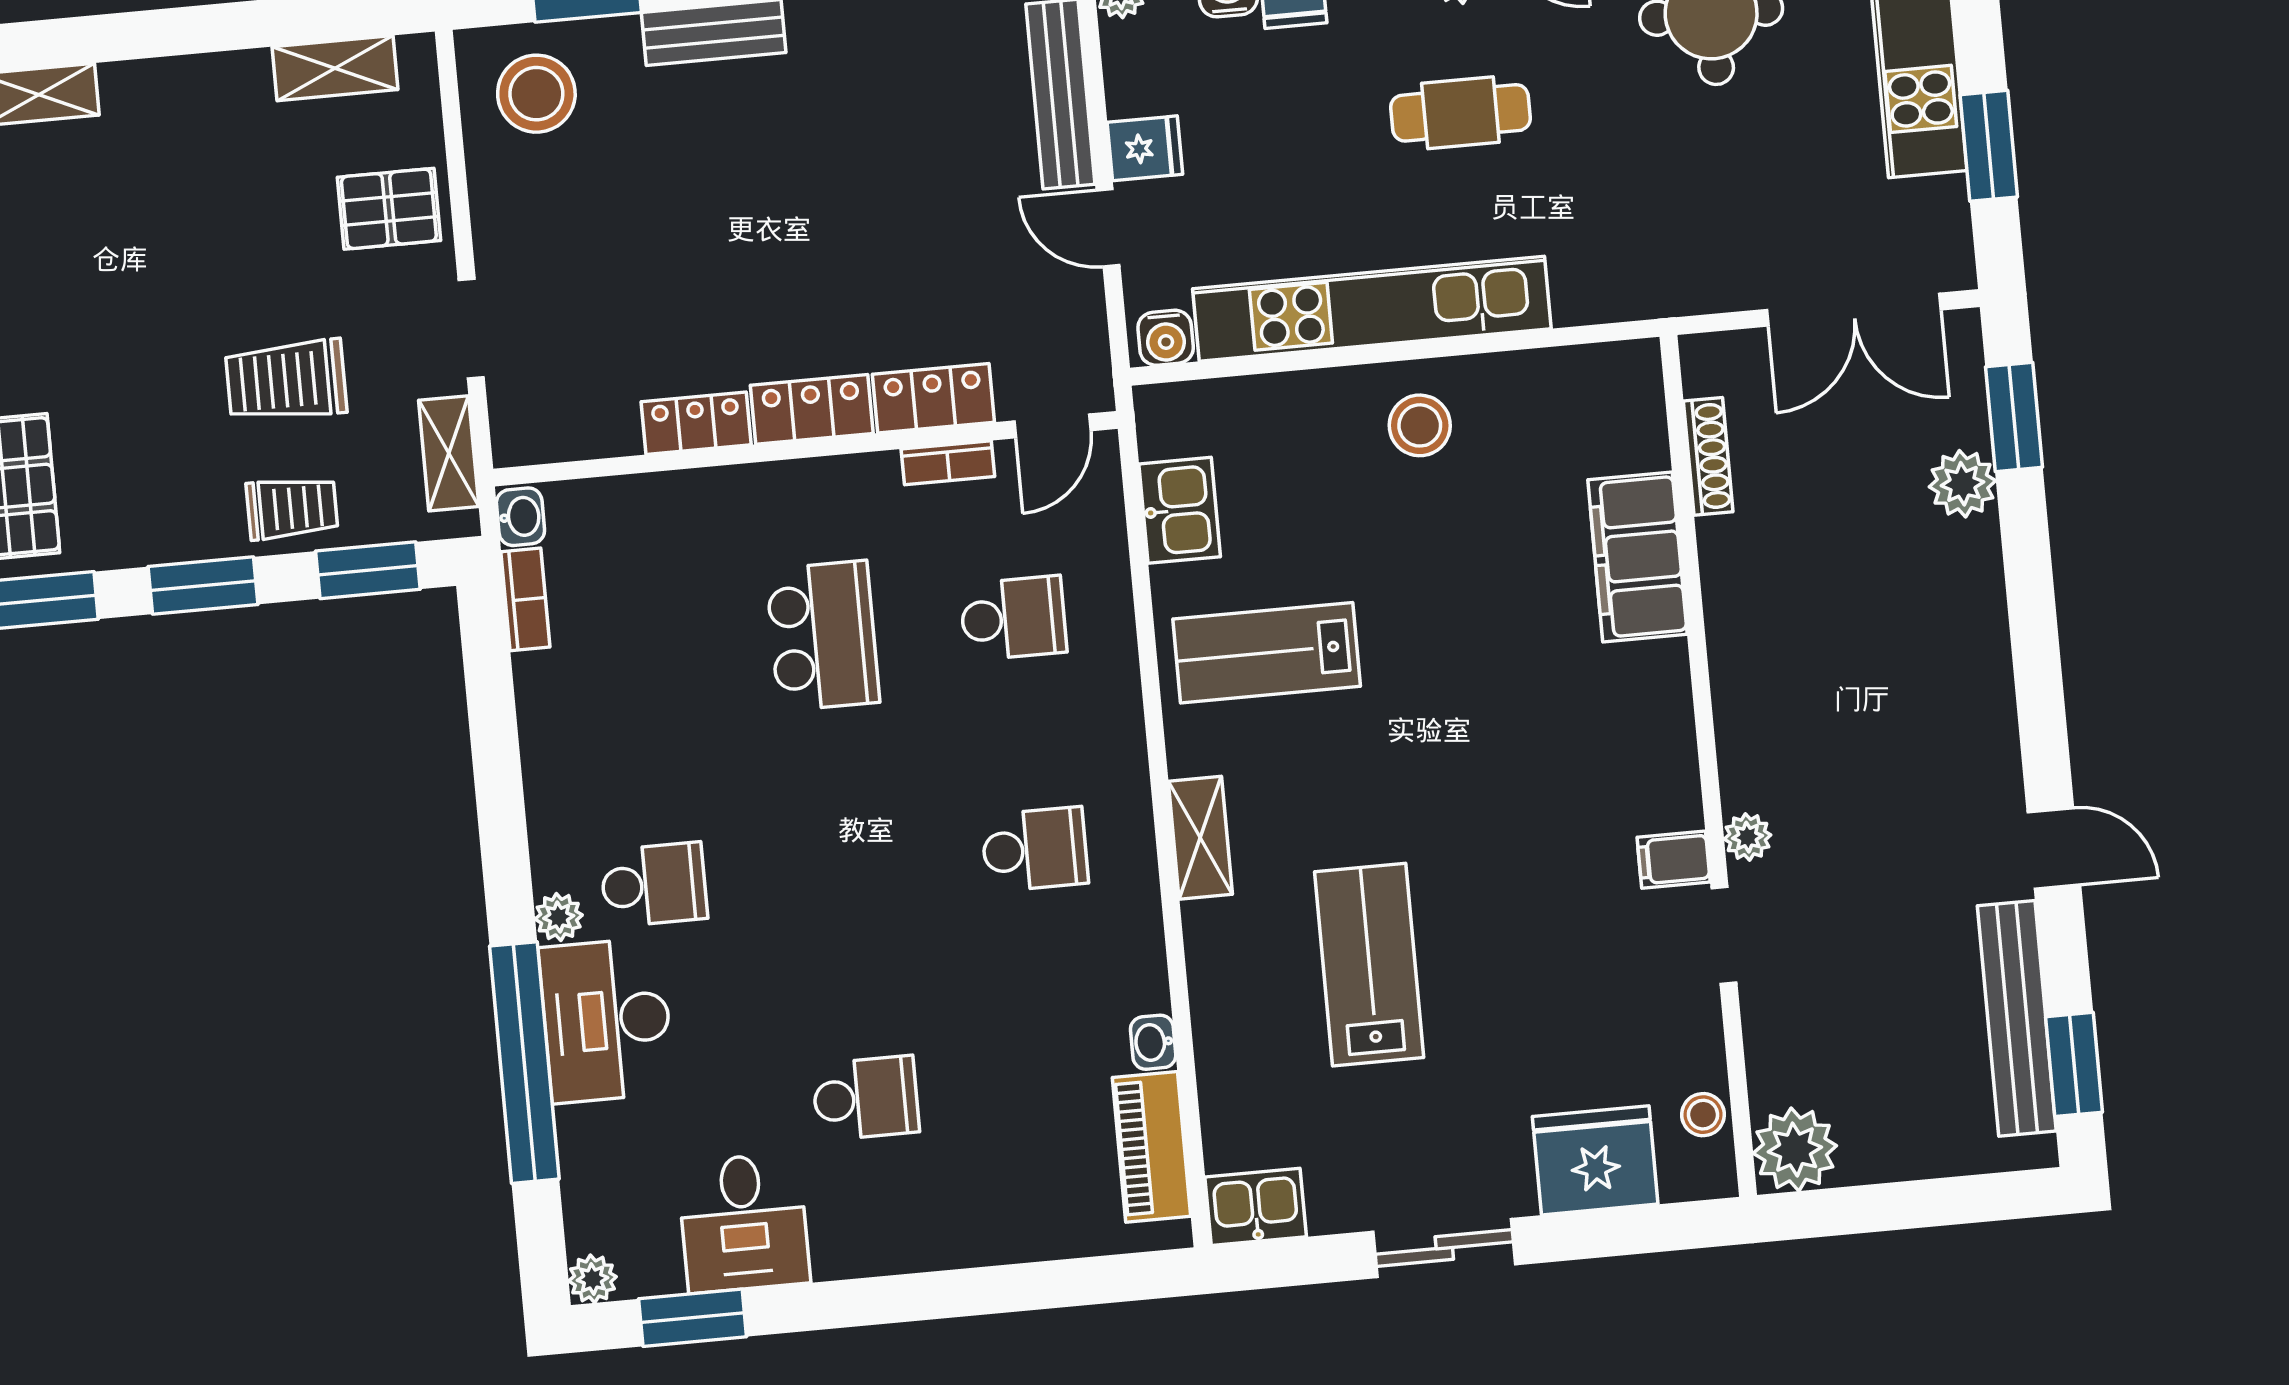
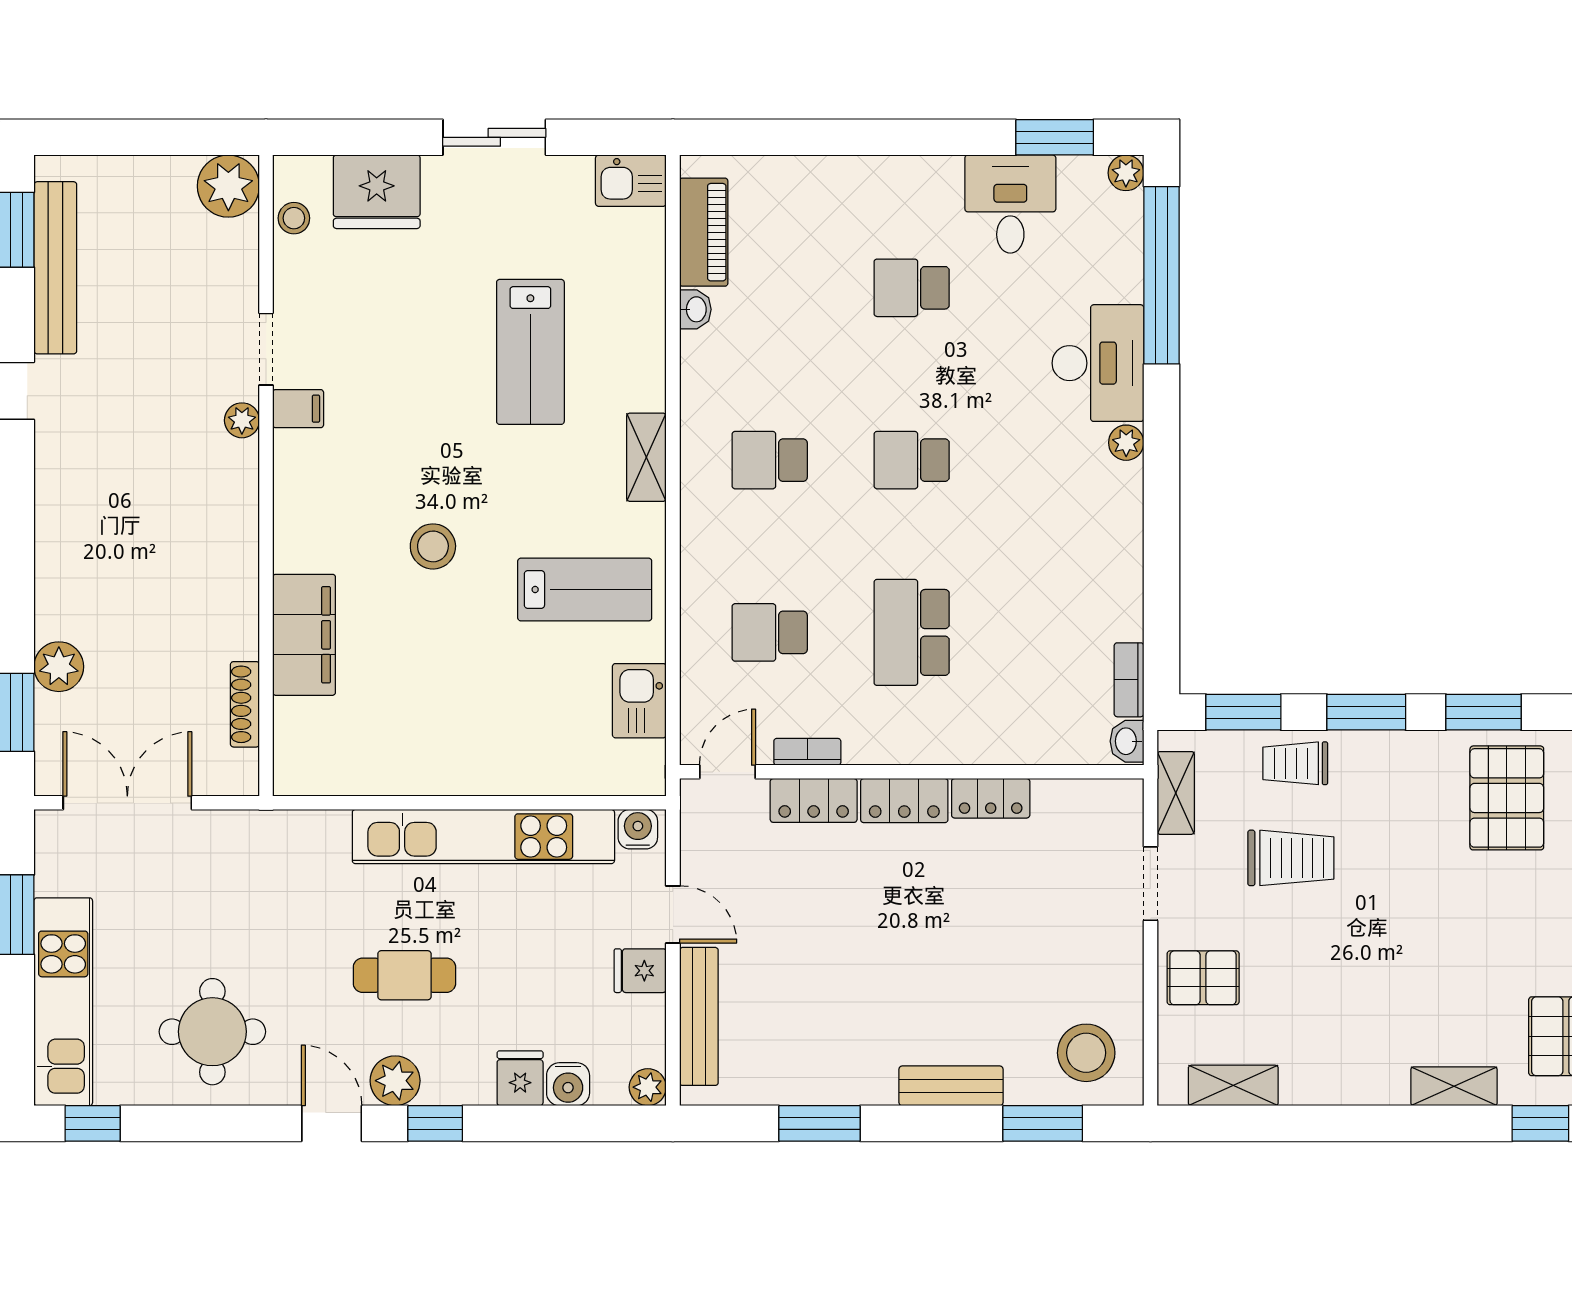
stool: (1420, 425) -> (433, 546), moved
school desk: (654, 885) -> (912, 460), moved
window: (524, 1063) -> (1161, 275), moved

